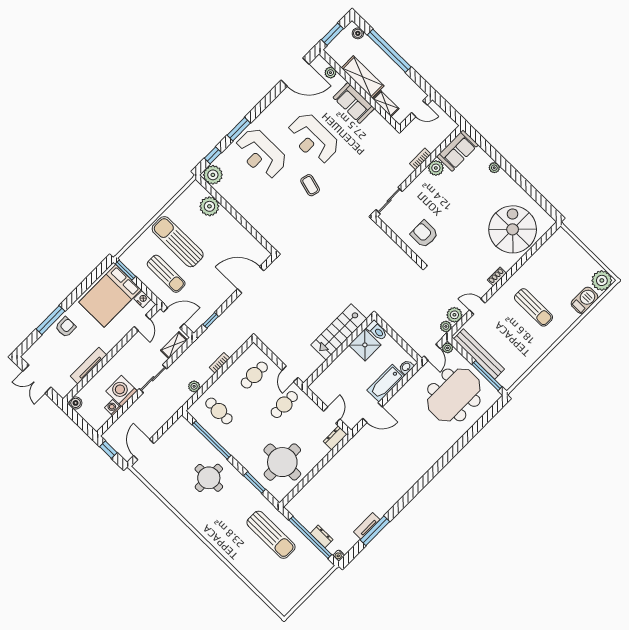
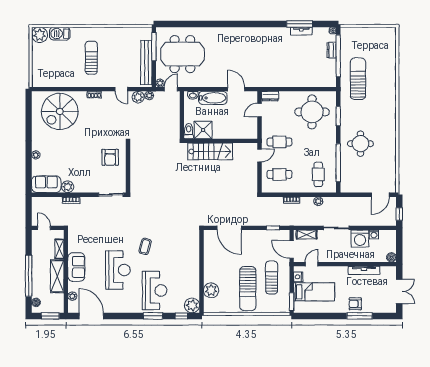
bed: (110, 296) -> (314, 292), width x0.67

